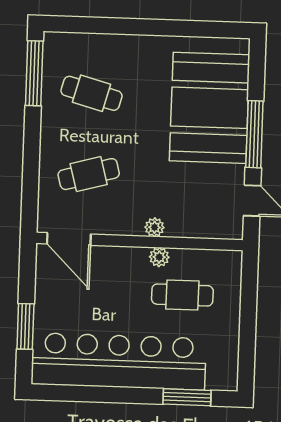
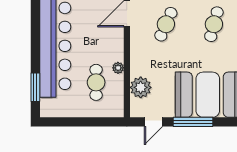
cafe table: (89, 174) -> (166, 24), turned 39
plant: (155, 227) -> (141, 87), moved, width x1.88, depth x1.88

